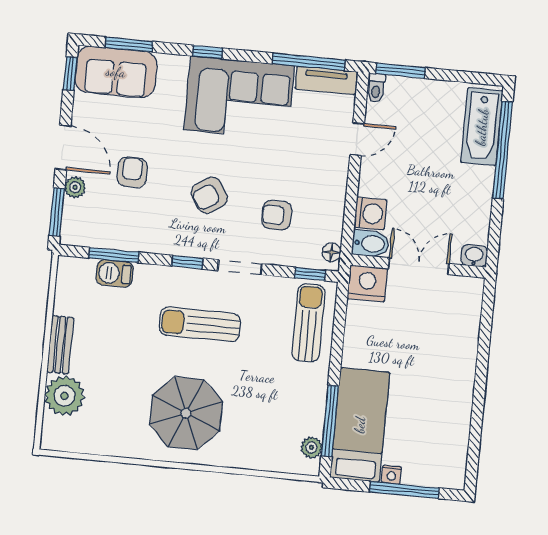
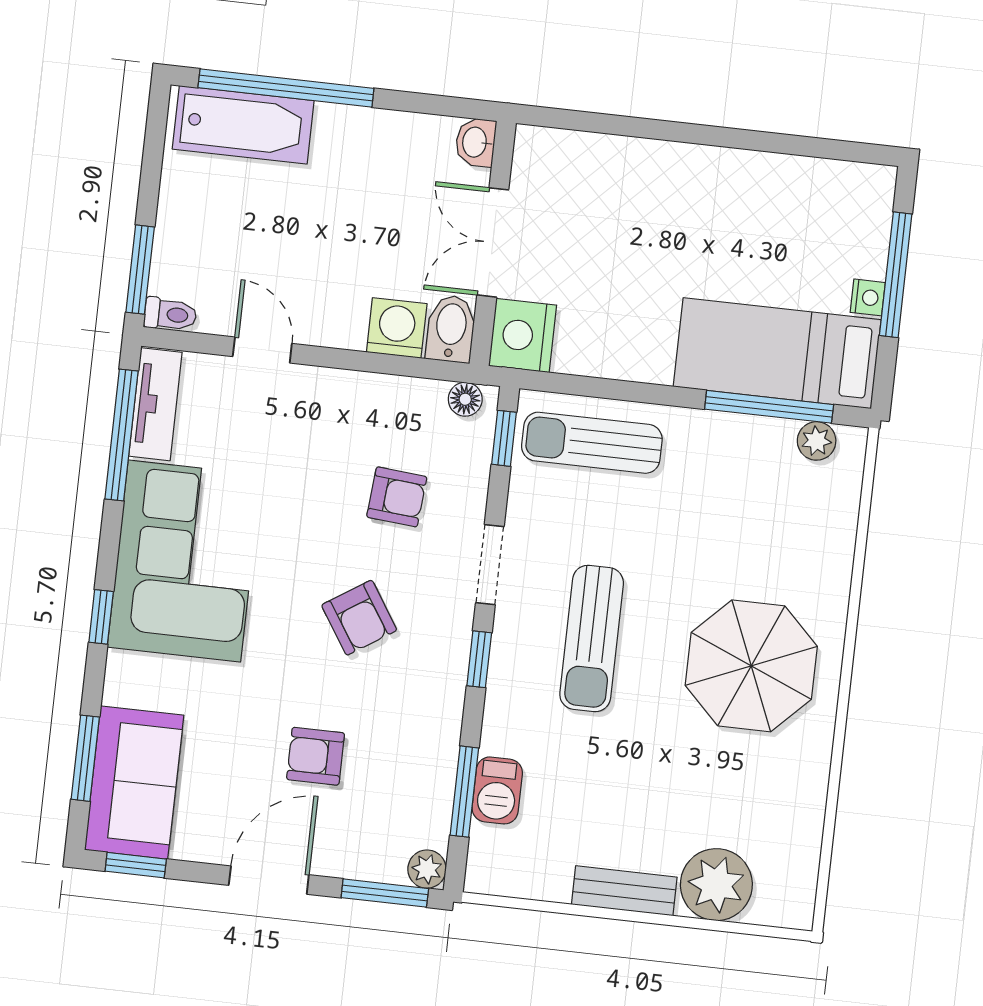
plant: (75, 187) -> (427, 869), moved
armchair: (277, 215) -> (397, 497), turned -85

